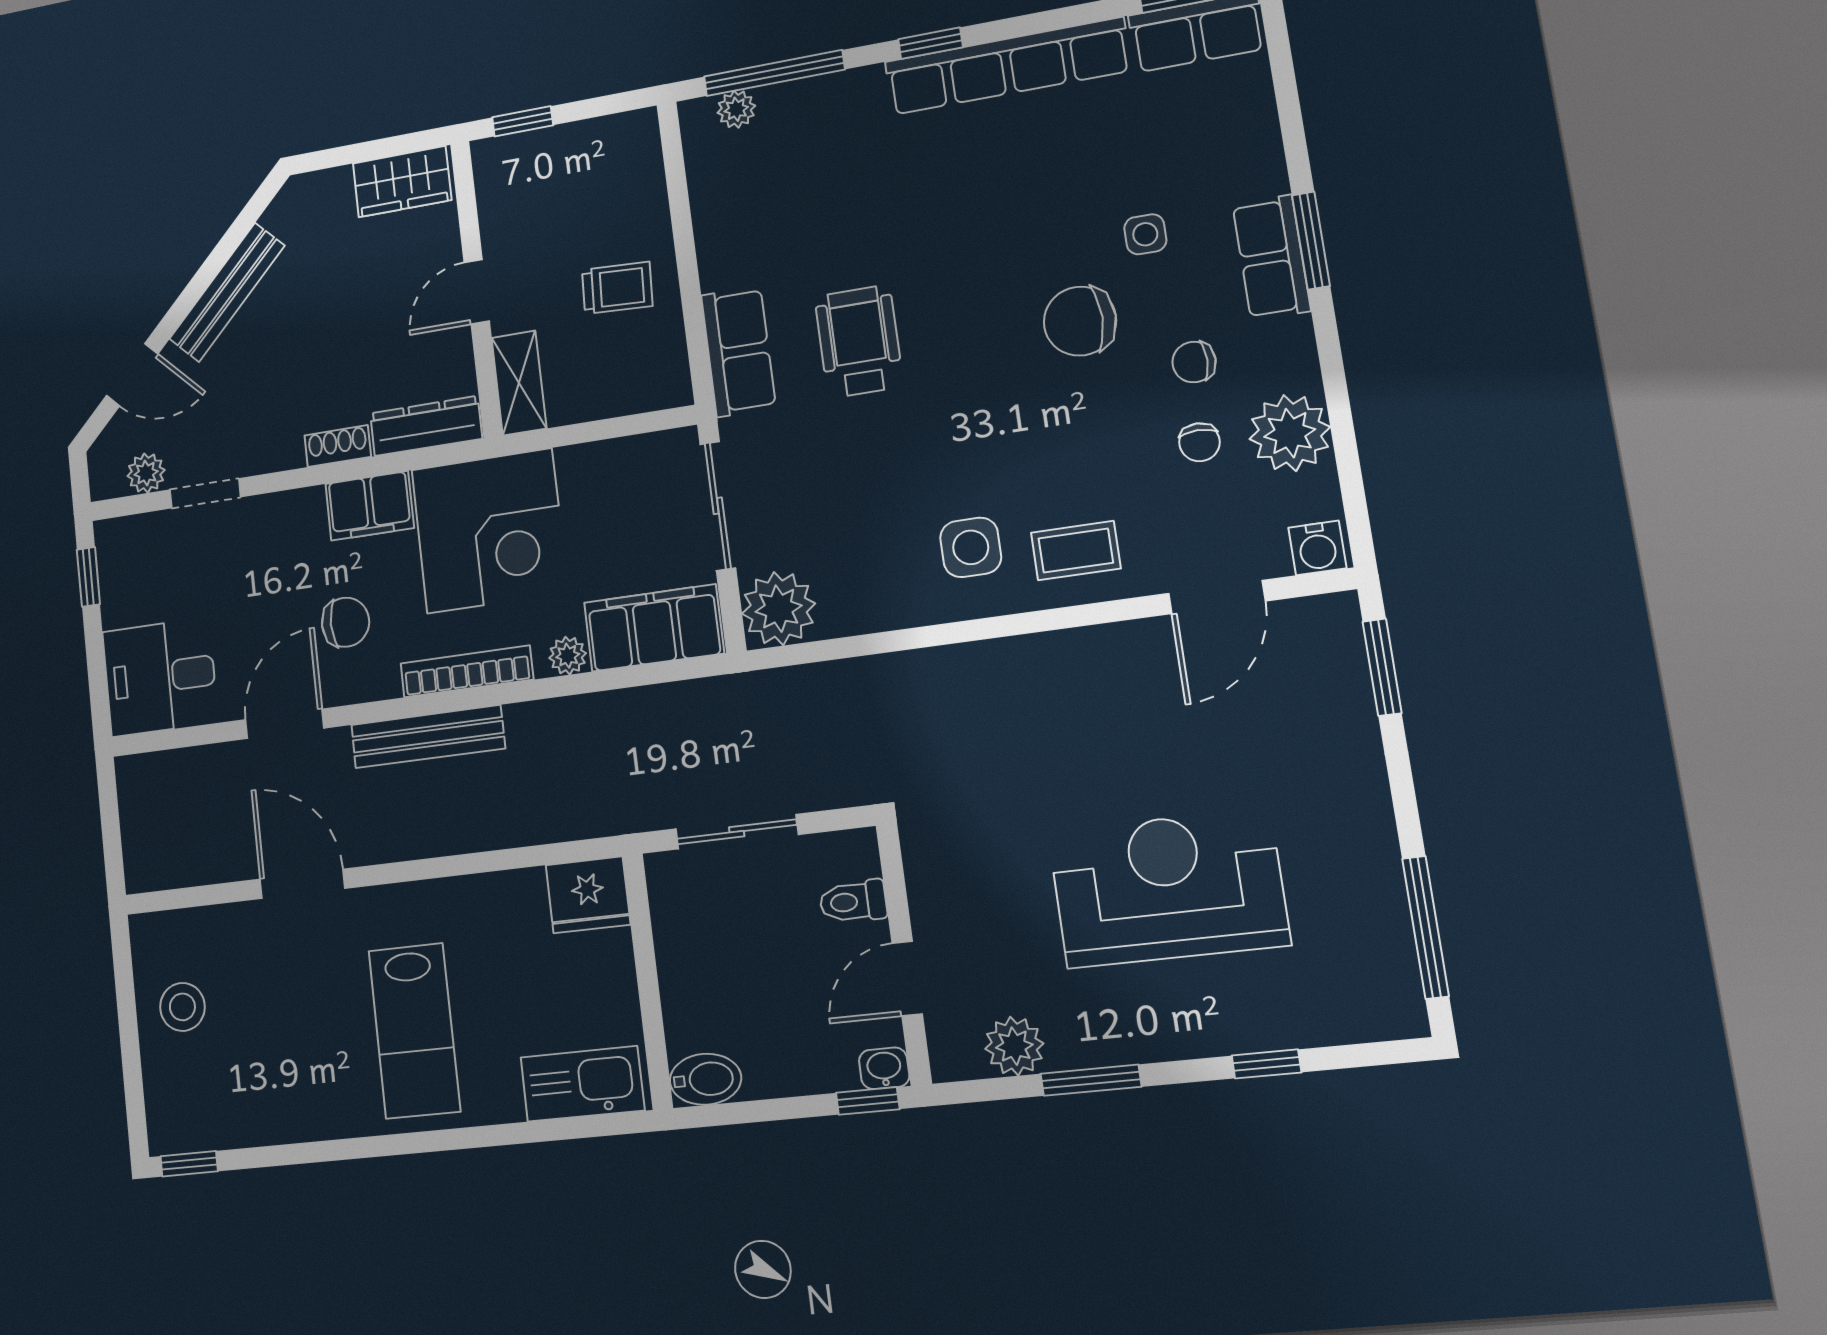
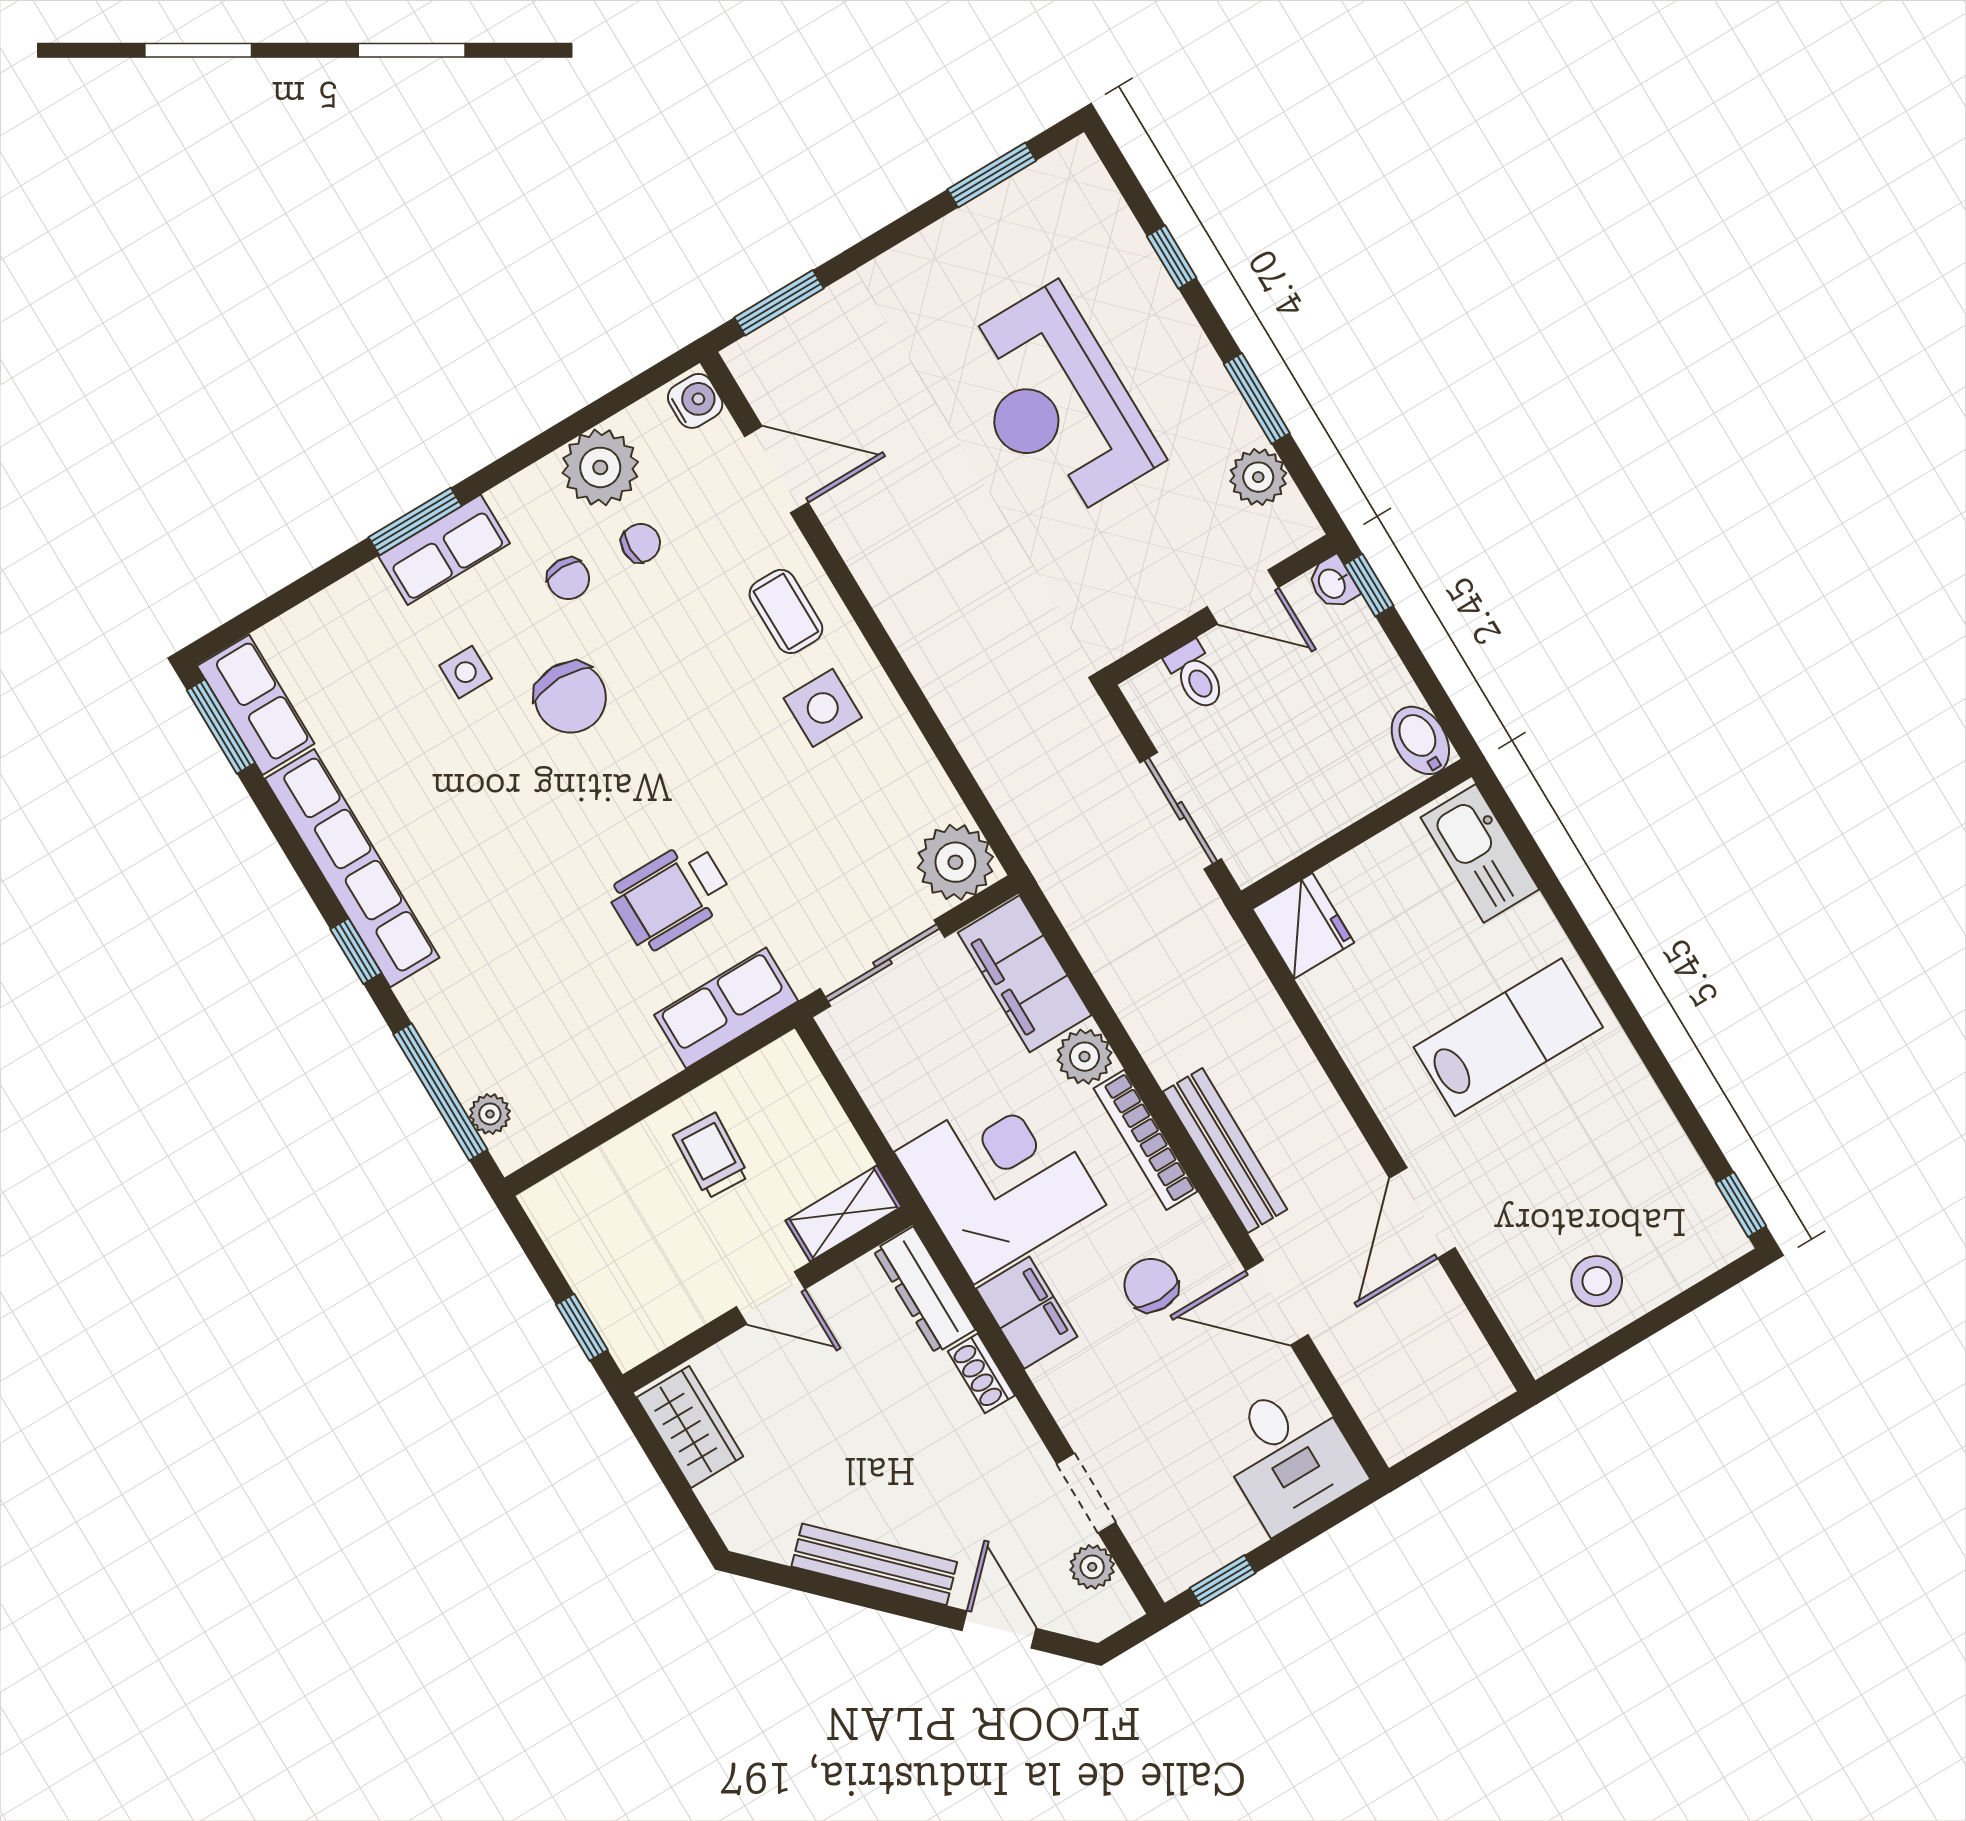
plant: (568, 656) -> (1085, 1057), width x1.38, depth x1.38
window: (1425, 927) -> (992, 175), width x0.69

